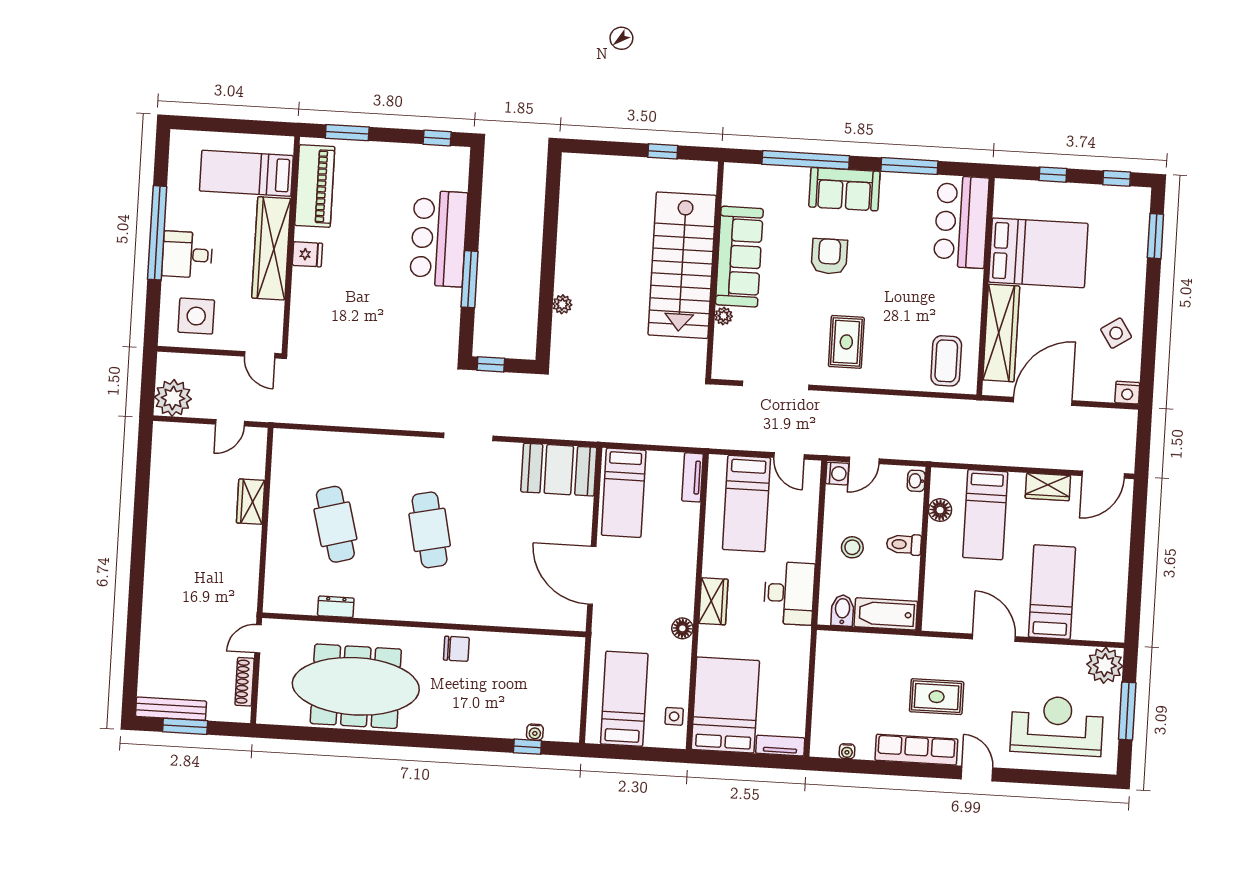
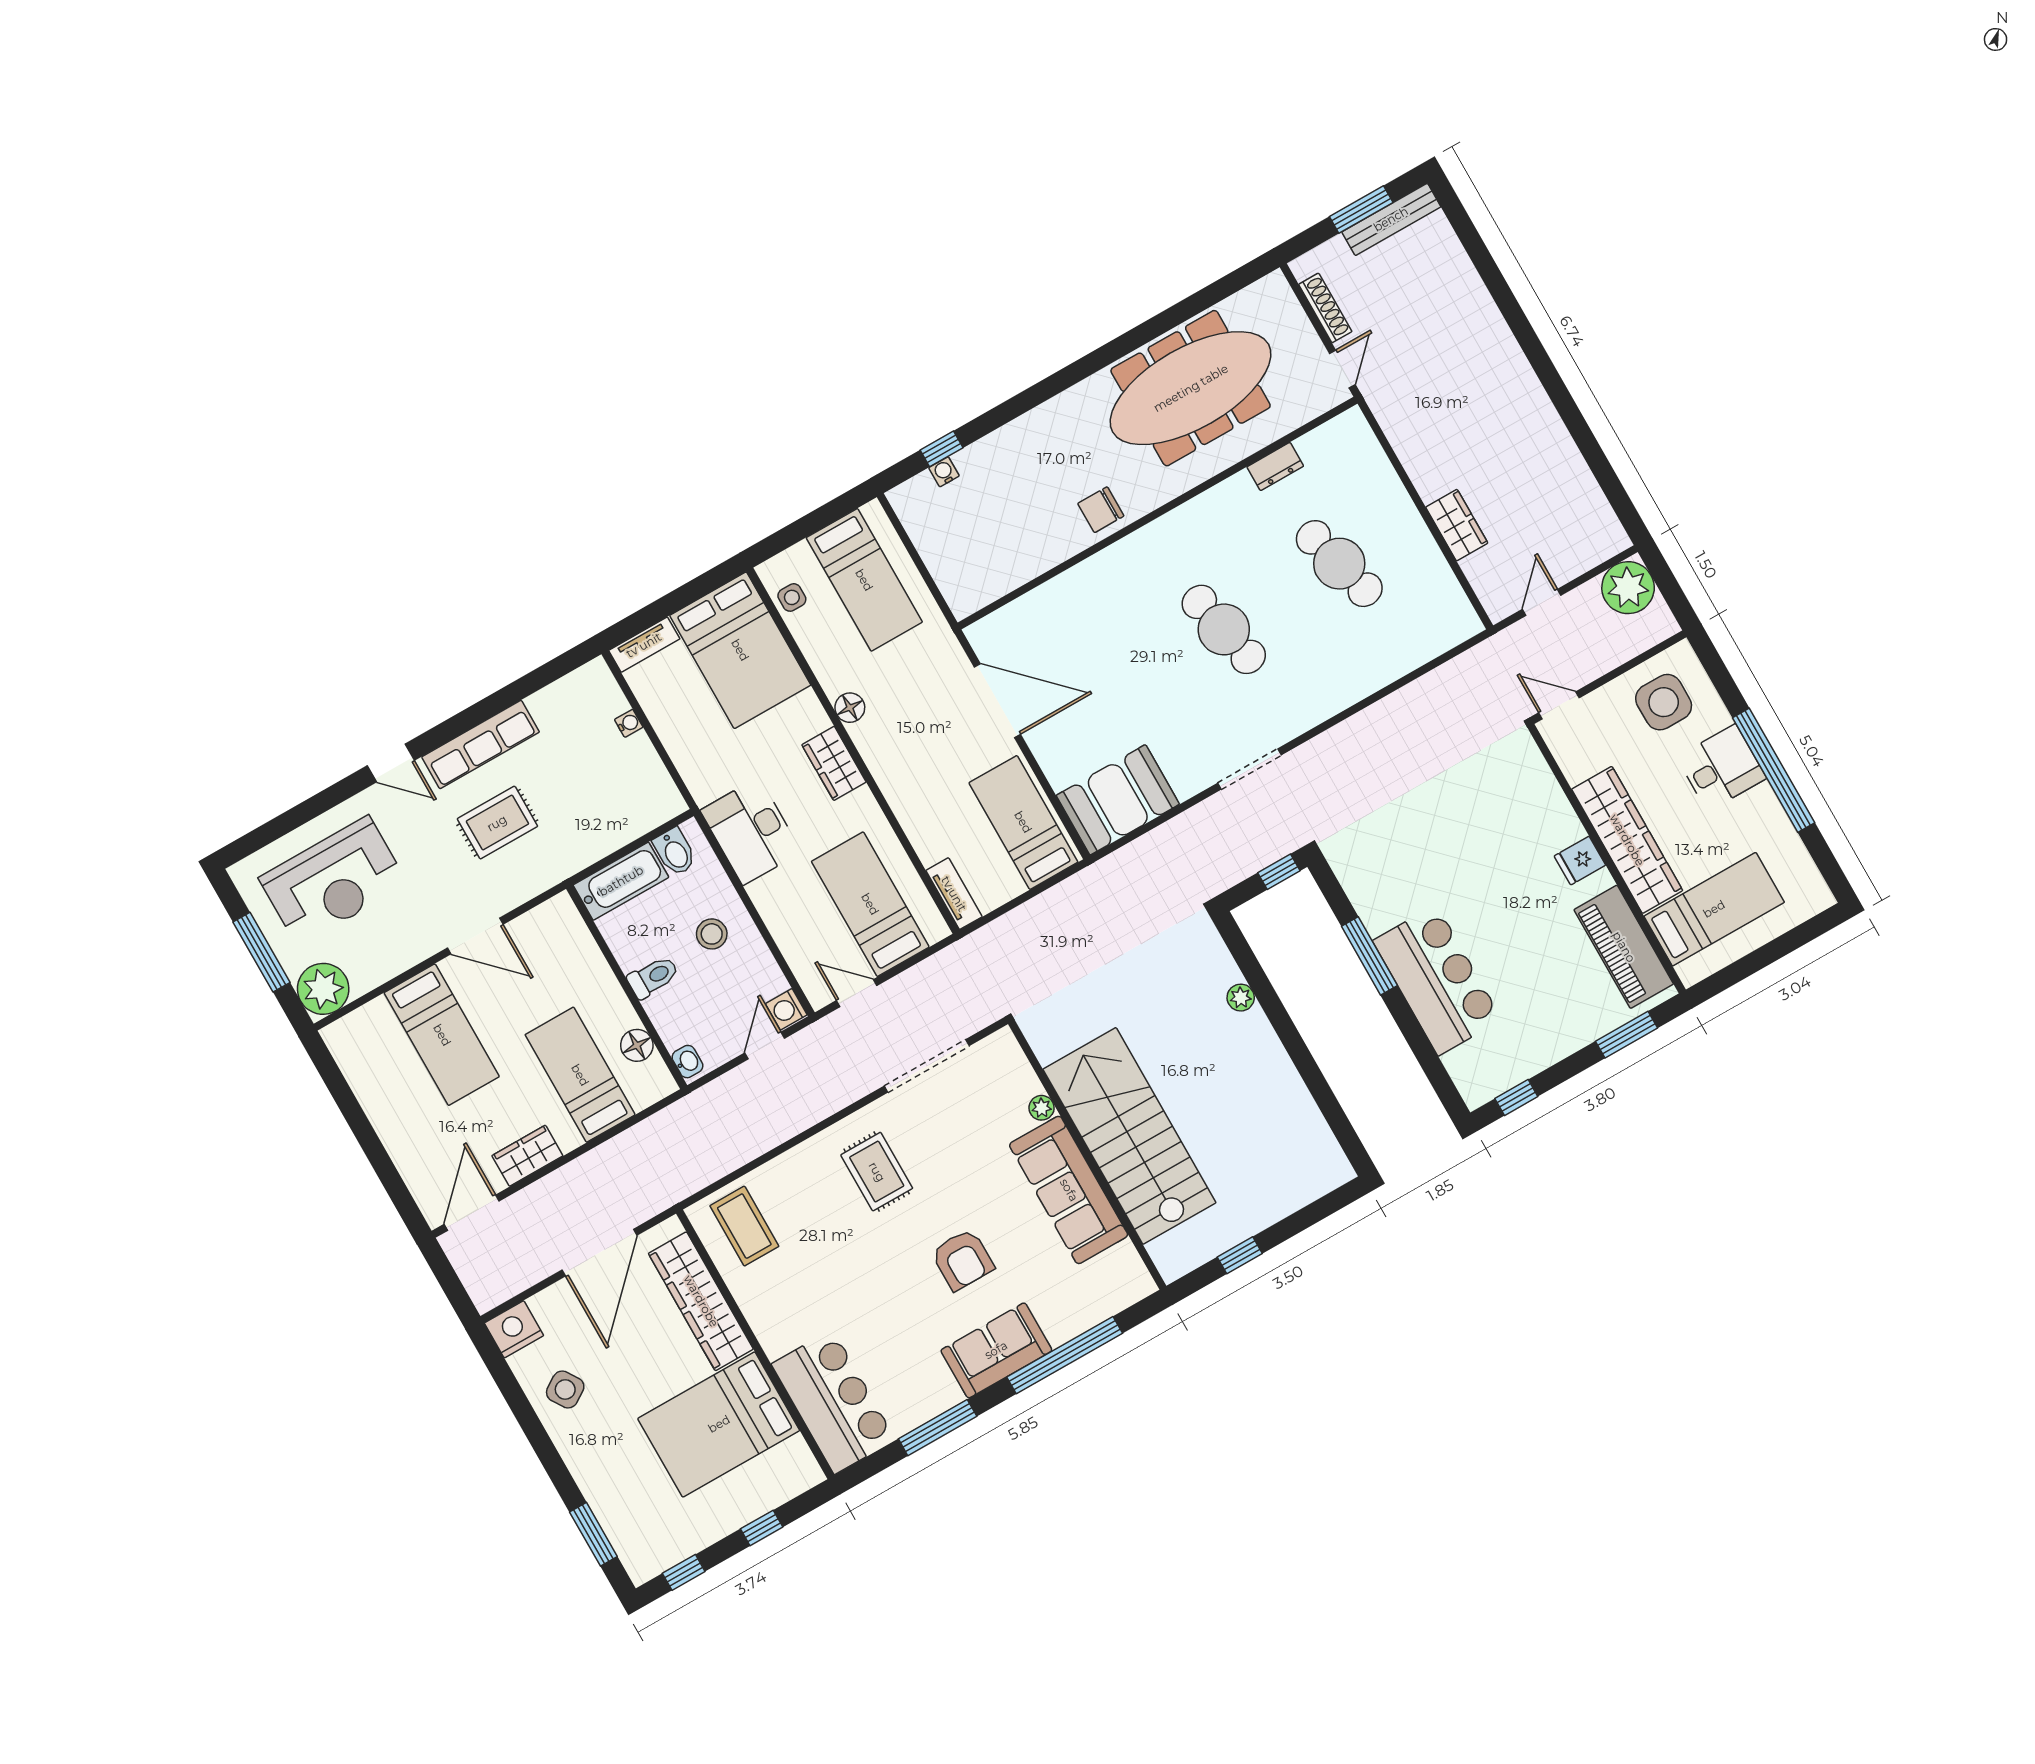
nightstand: (1127, 393) -> (514, 1329), width x1.36, depth x1.33
water cooler: (847, 751) -> (629, 723), moved, turned 90

